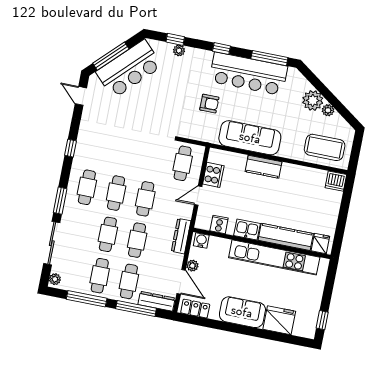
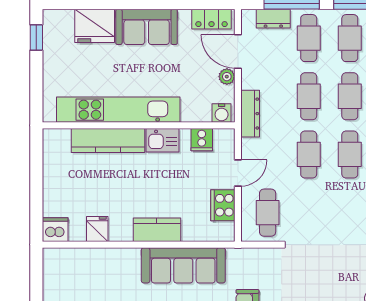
coffee table: (325, 147) -> (79, 272), removed
fridge: (320, 244) -> (97, 229), moved, turned 180
dresser: (157, 301) -> (273, 19), width x0.70

